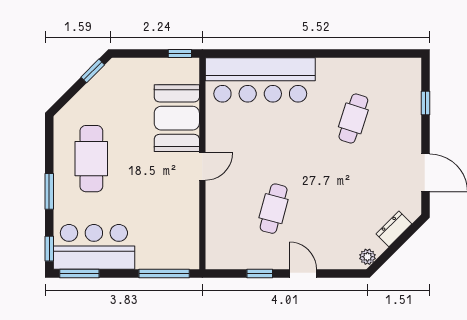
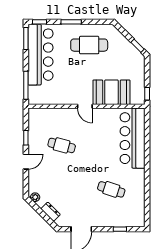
bar counter: (94, 247) -> (41, 55), width x1.36

